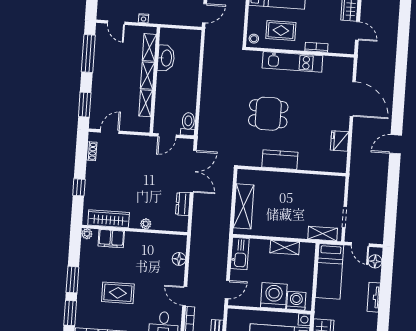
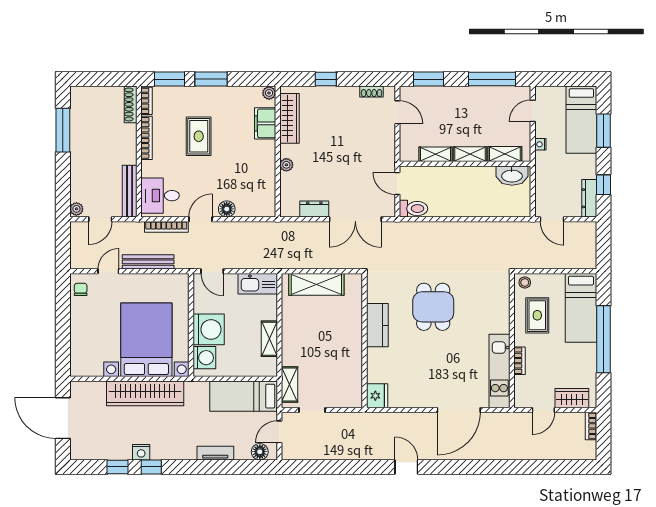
washbasin: (166, 58) -> (512, 176), moved
kitchen unit: (292, 62) -> (499, 371), moved
fridge: (340, 141) -> (377, 396), moved, turned 90
floor lamp: (179, 259) -> (227, 209), moved

